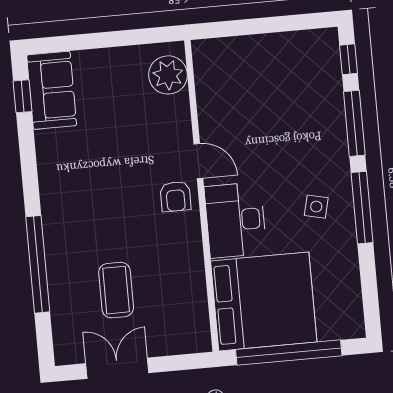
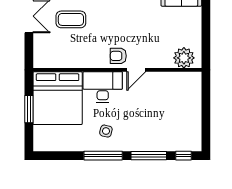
window: (289, 353) -> (29, 109), width x0.47

